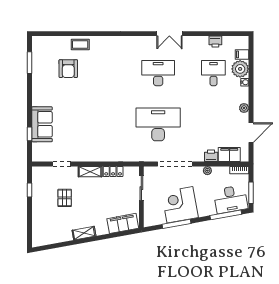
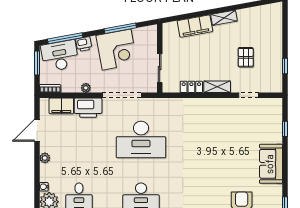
sofa: (42, 124) -> (271, 164), moved
printer: (211, 156) -> (88, 108), width x1.87, depth x1.48
printer: (209, 210) -> (84, 44), added
filing cabinet: (123, 223) -> (195, 26), moved

